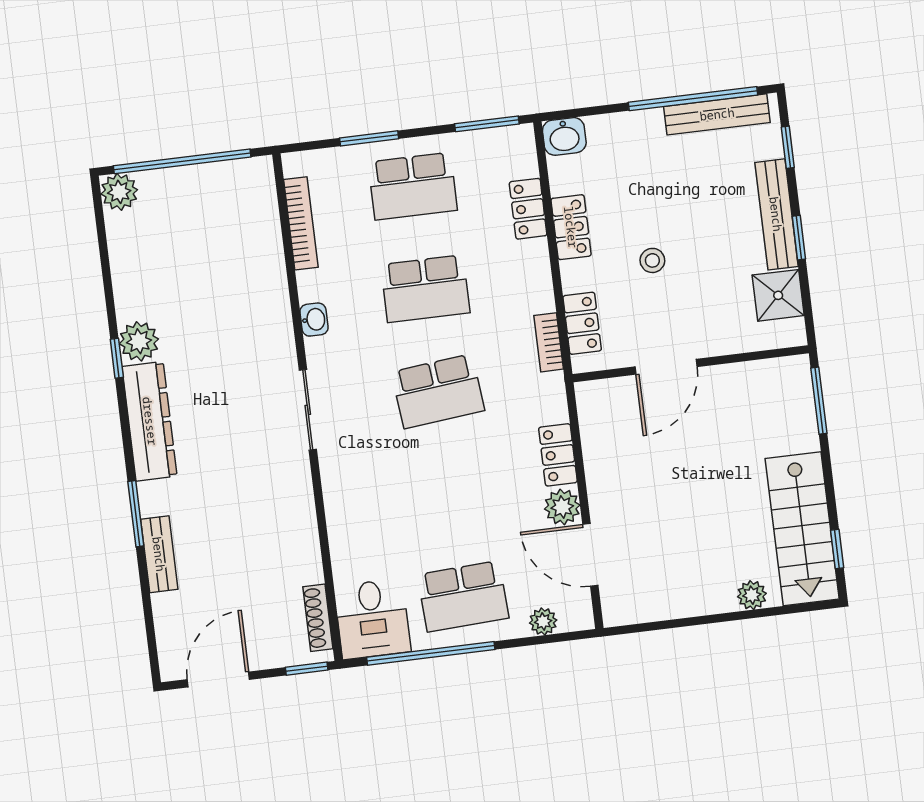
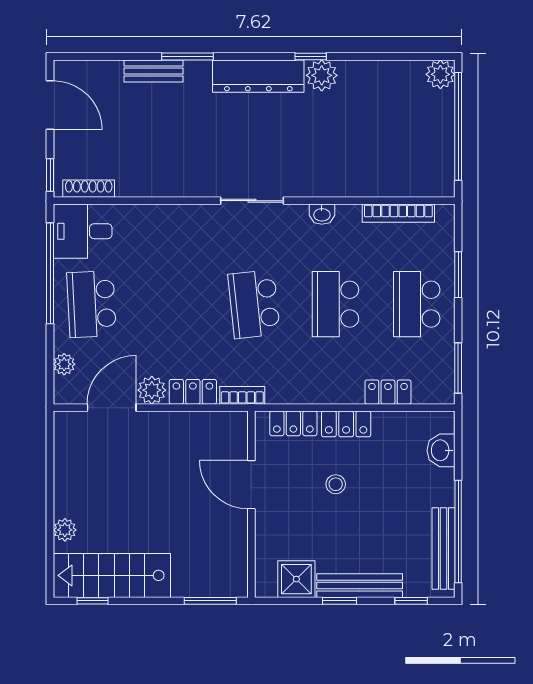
washbasin: (564, 136) -> (441, 450), moved
locker: (571, 227) -> (346, 424), moved
bookcase: (549, 342) -> (242, 395), moved

